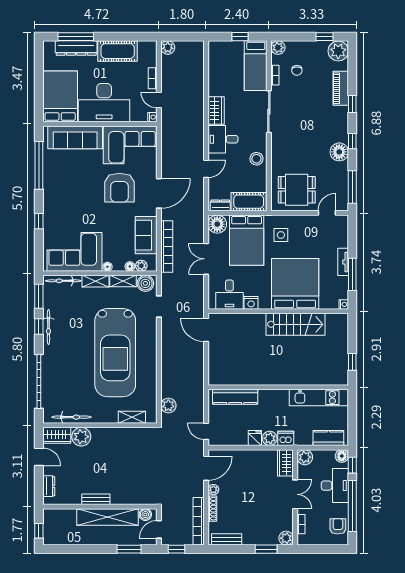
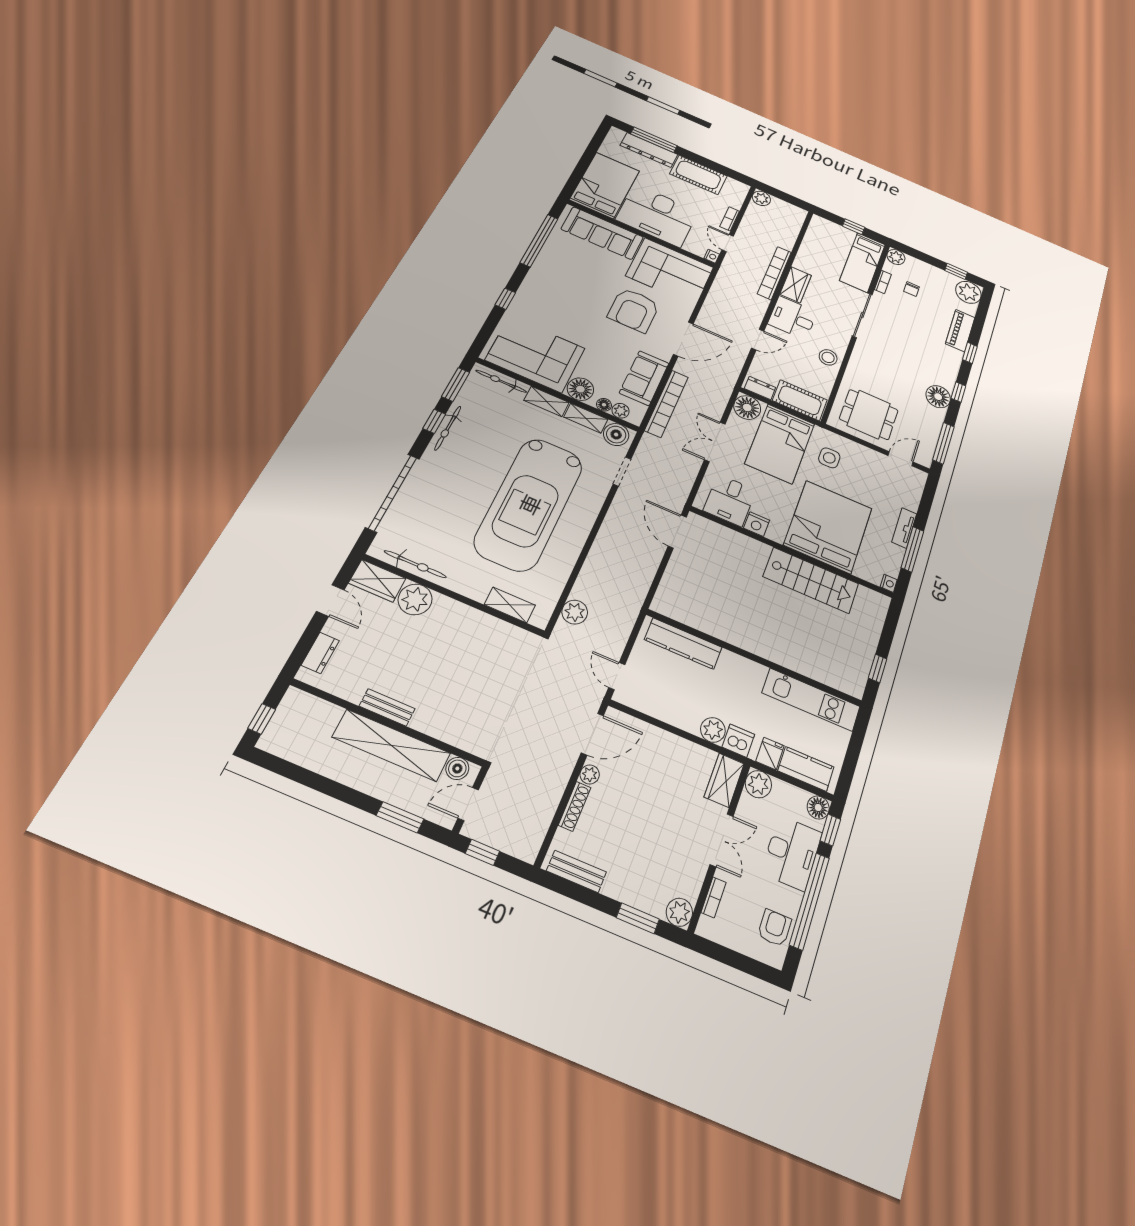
floor lamp: (107, 267) -> (580, 389), width x1.89, depth x1.89
fridge: (255, 438) -> (770, 754), moved
bookcase: (199, 521) -> (774, 273), moved

